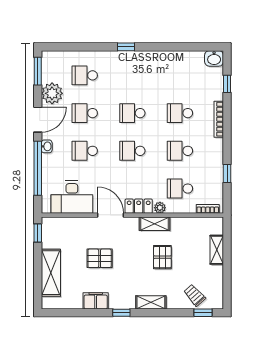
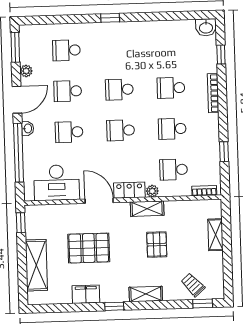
plant: (52, 93) -> (26, 71), width x0.53, depth x0.53
pallet: (100, 258) -> (89, 248), width x1.50, depth x1.42

